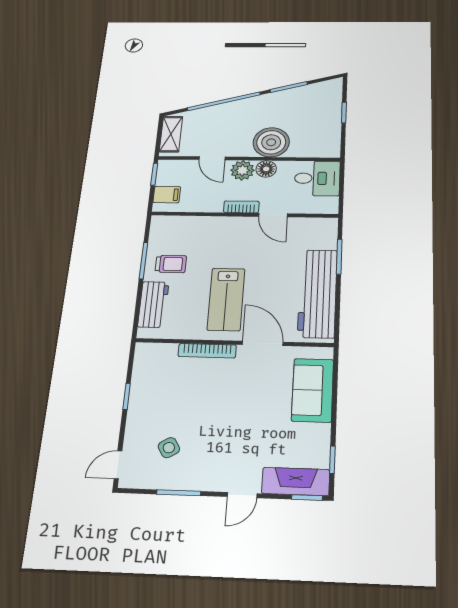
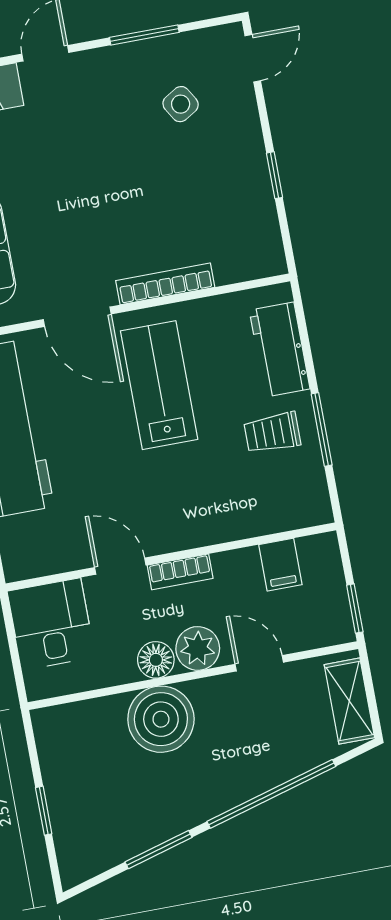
desk: (317, 178) -> (51, 624), moved, turned 90
filing cabinet: (167, 195) -> (280, 565), moved, turned -90

